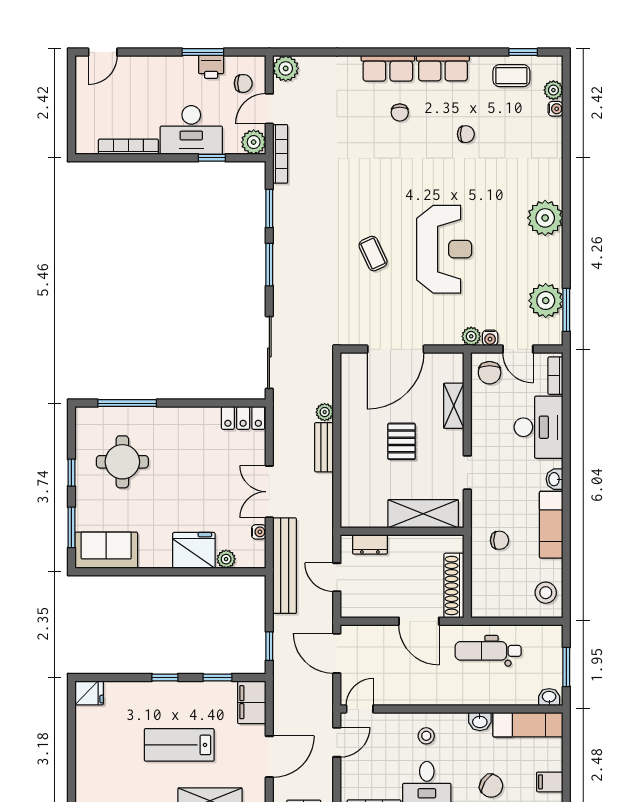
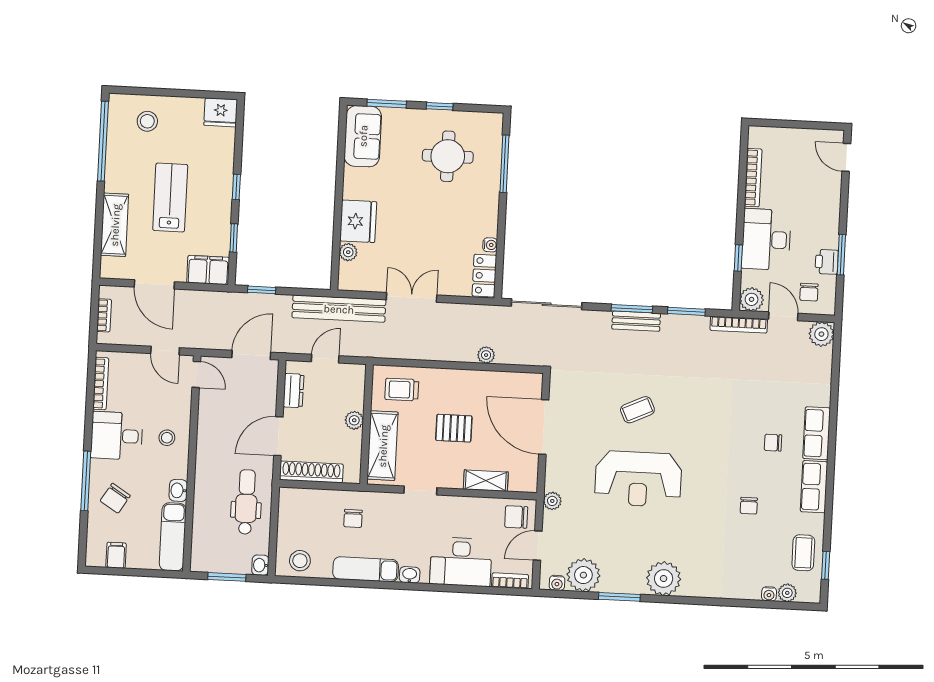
window: (566, 310) -> (619, 597), moved
water cooler: (490, 338) -> (557, 583), moved, turned -90
bench: (324, 447) -> (636, 321), moved
trolley: (365, 497) -> (402, 390), added
water cooler: (259, 532) -> (490, 245), moved, turned -90
dresser: (370, 544) -> (294, 391), moved, turned 180
plant: (399, 544) -> (354, 420), added
fridge: (89, 693) -> (221, 112), width x1.38
washbasin: (549, 697) -> (260, 565), moved, turned 180
stool: (102, 772) -> (147, 121), added

